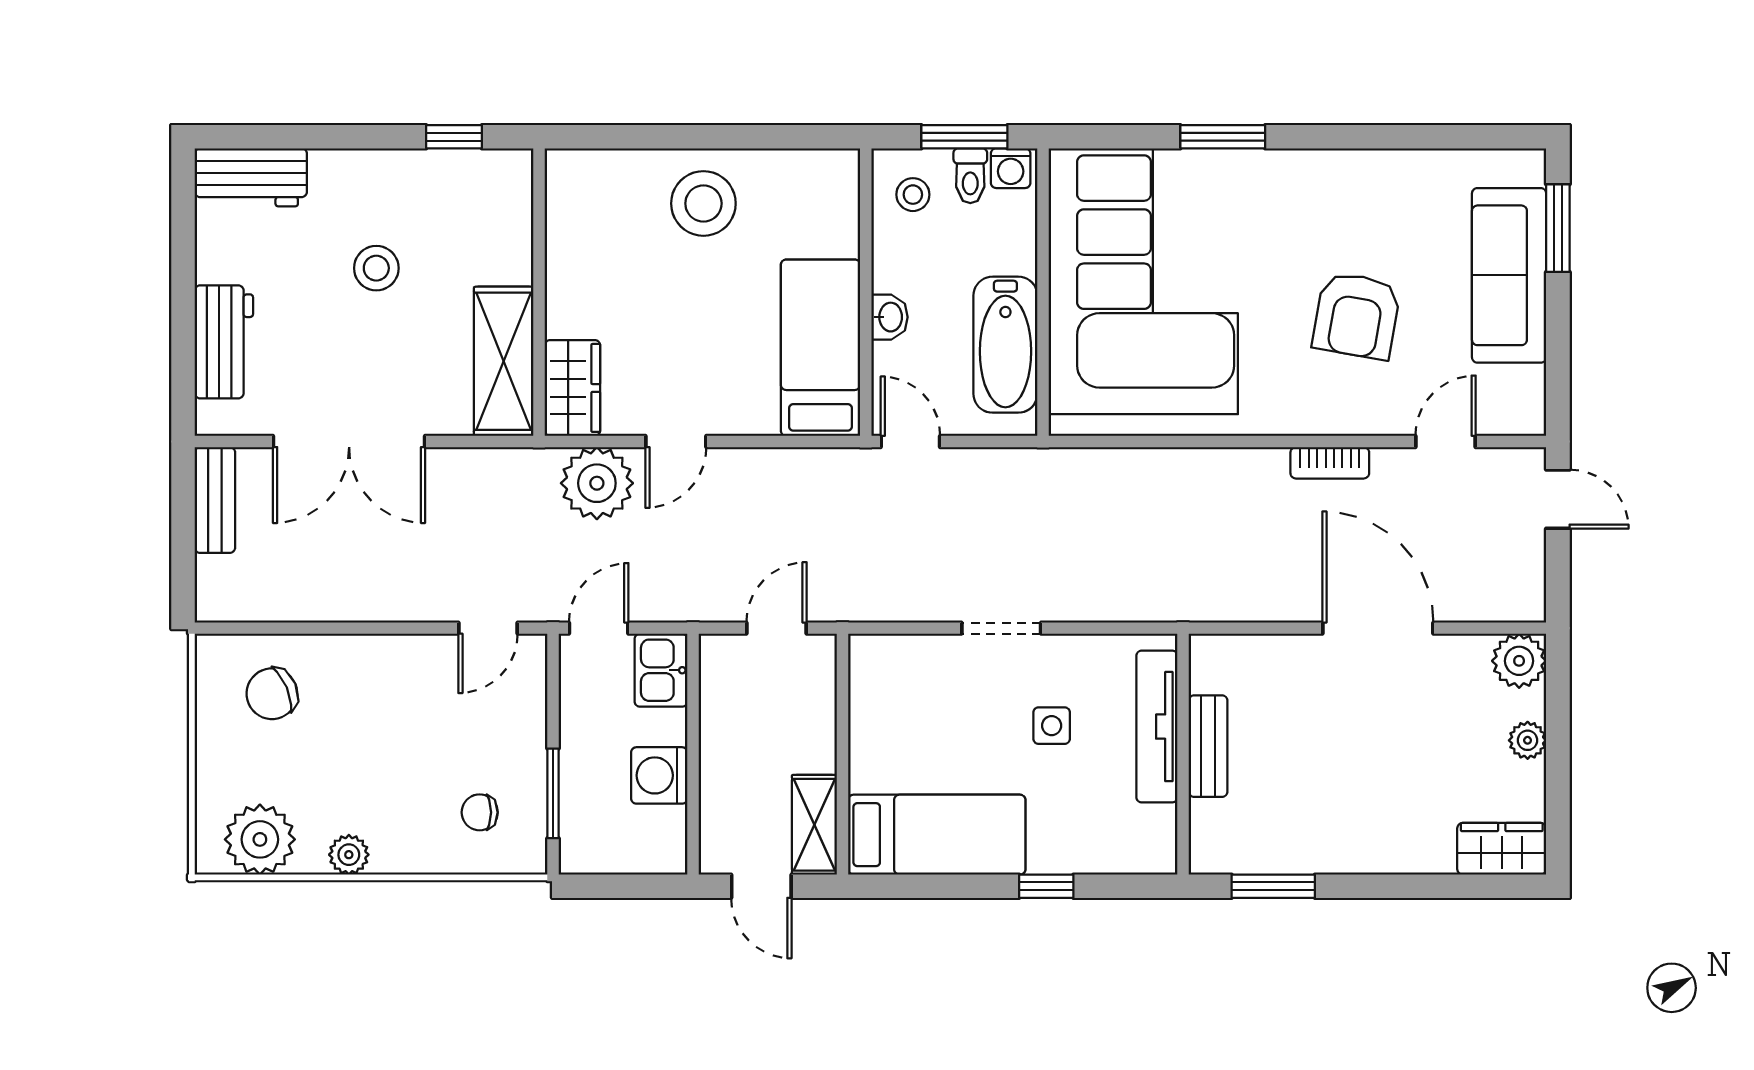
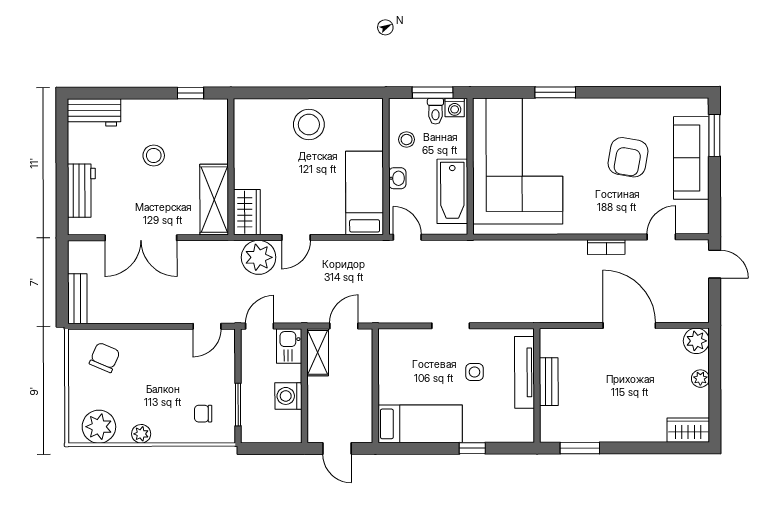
stool: (913, 195) -> (407, 140), moved
armchair: (1357, 316) -> (628, 157), moved
bench: (215, 500) -> (77, 299), moved
chair: (272, 694) -> (105, 358), turned 136
shelving: (814, 825) -> (318, 352), moved

